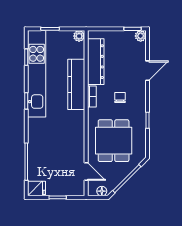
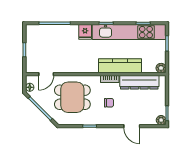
fridge: (36, 189) -> (85, 32), moved

